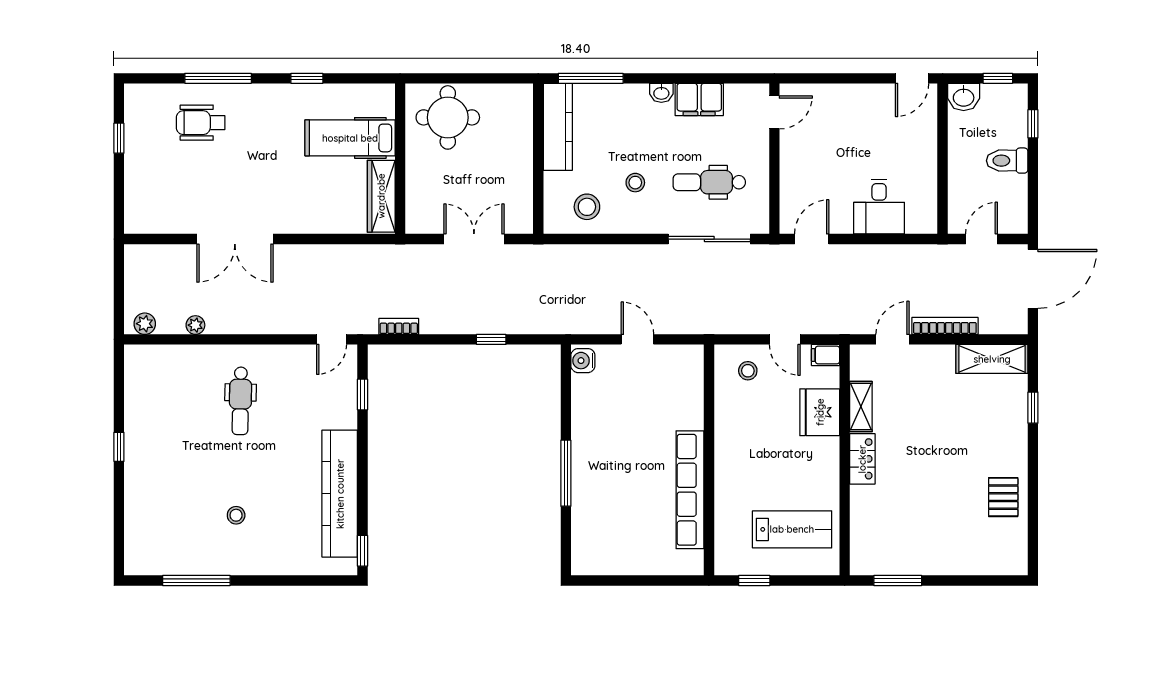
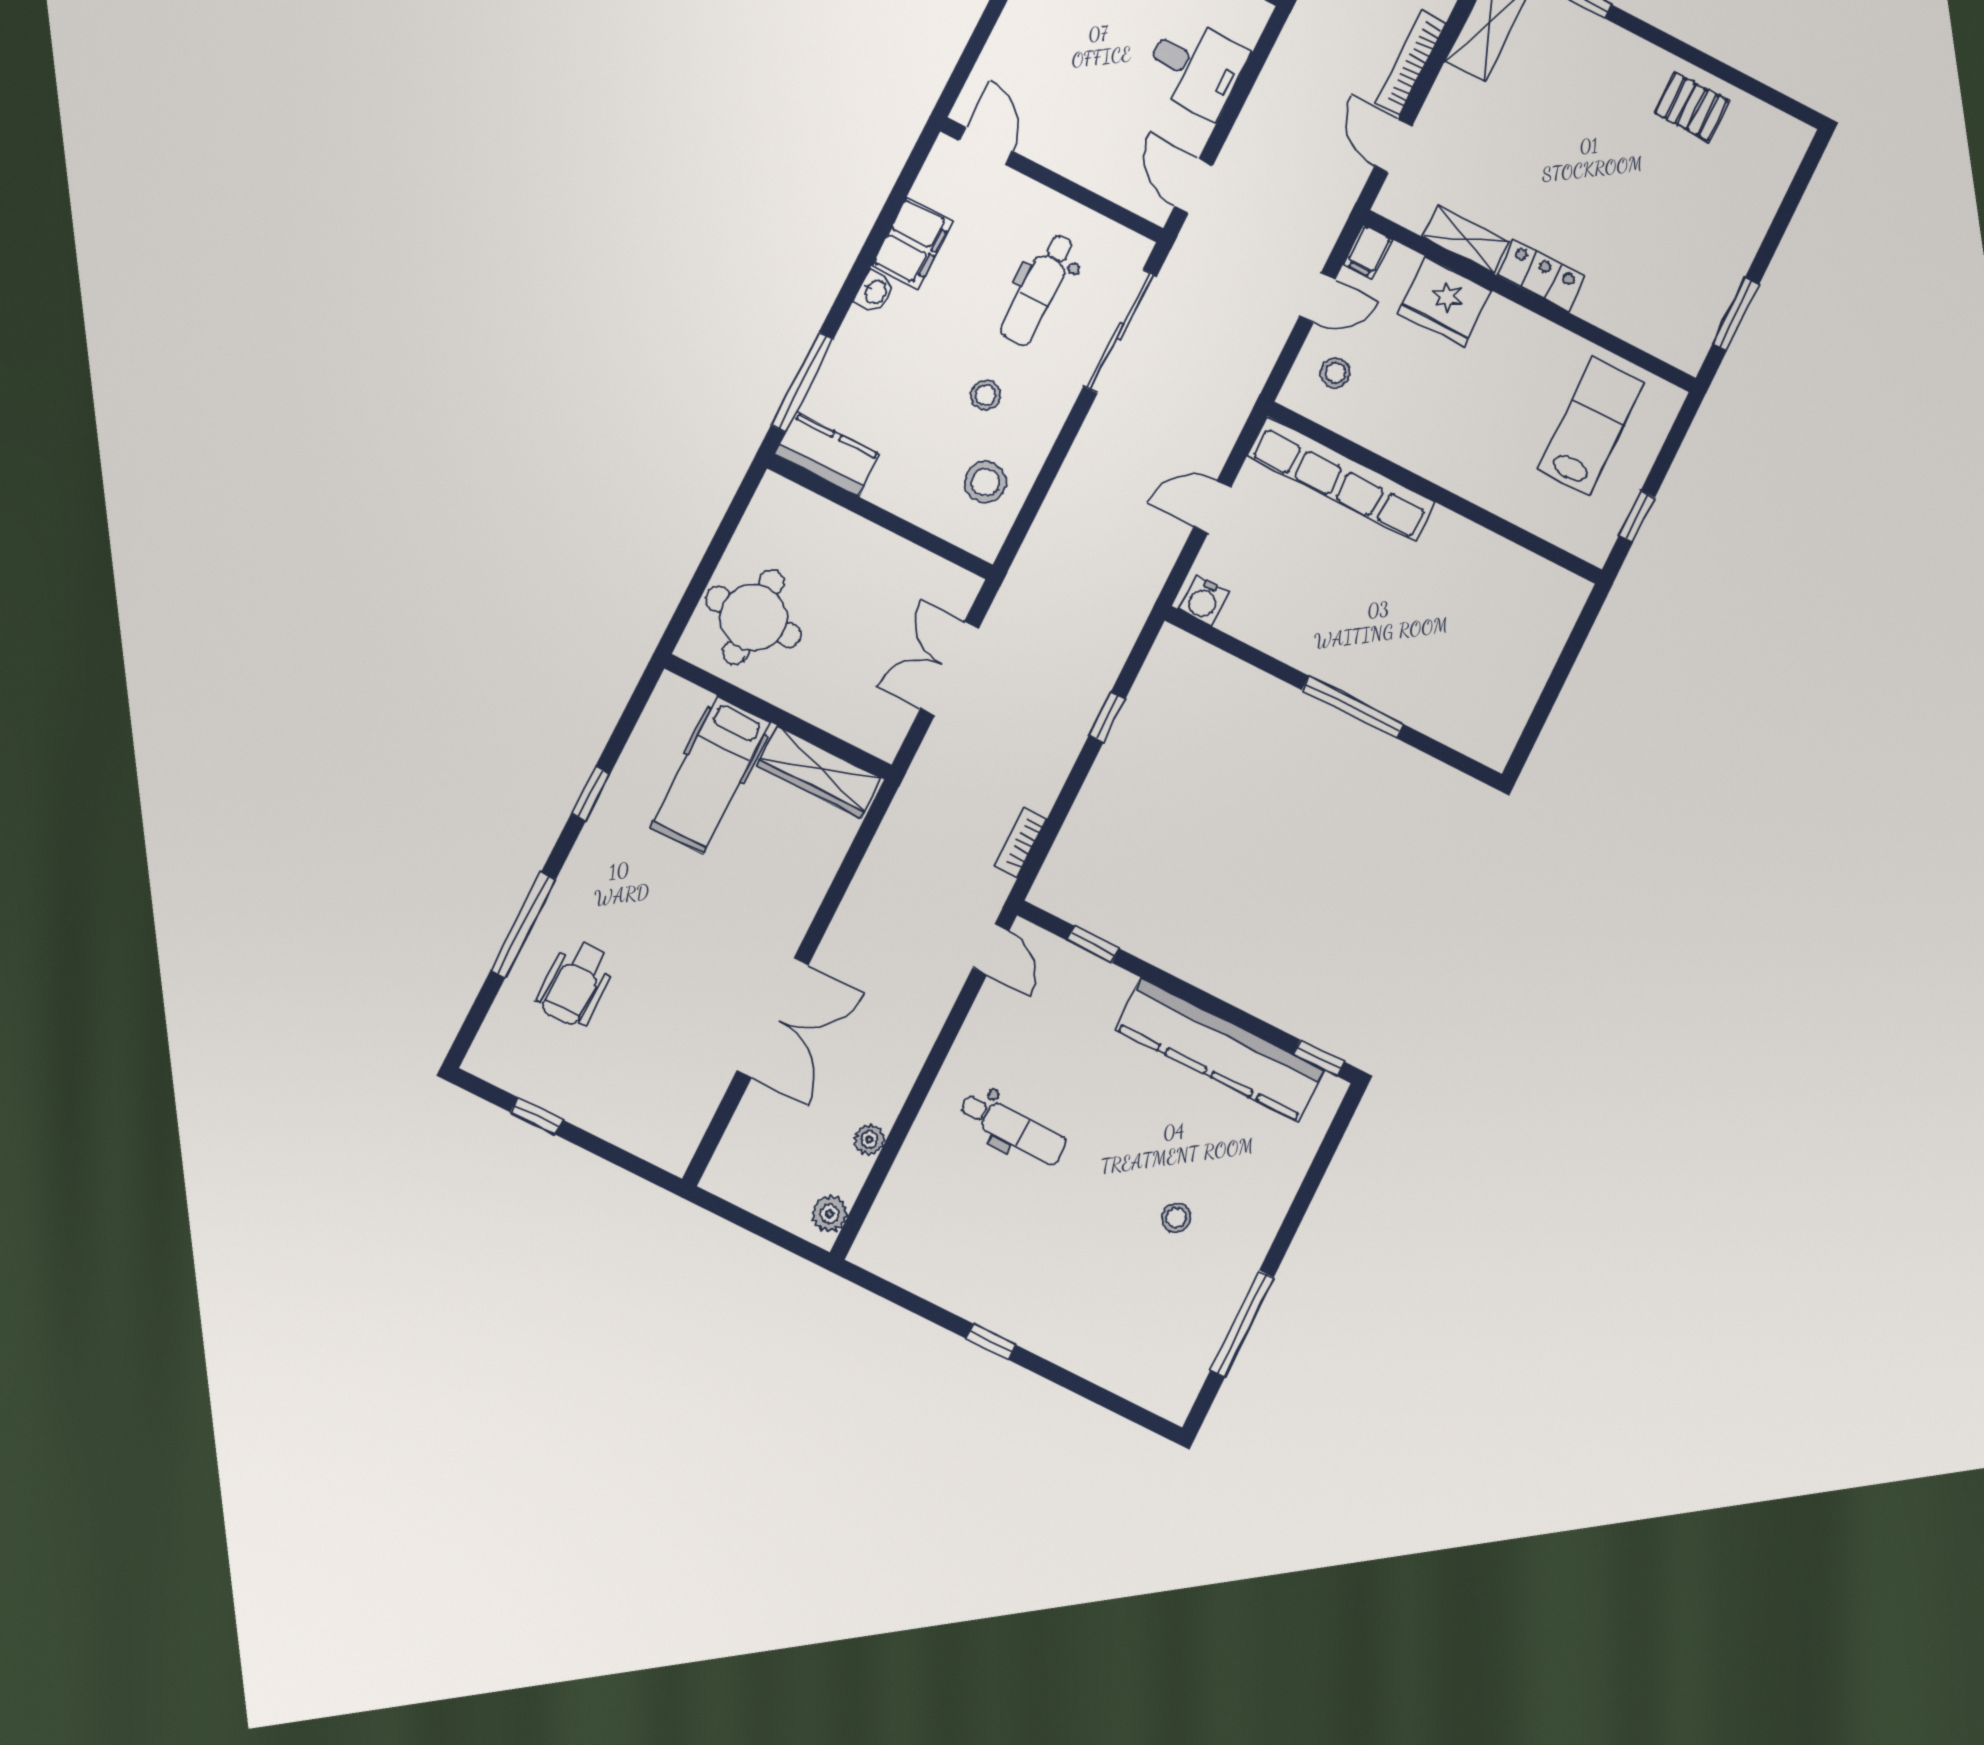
kitchen counter: (558, 127) -> (827, 454), width x0.67
row of seats: (690, 490) -> (1341, 479), moved

